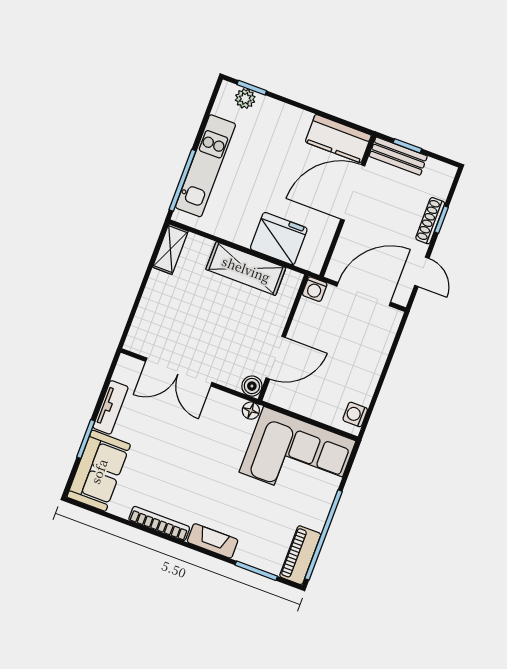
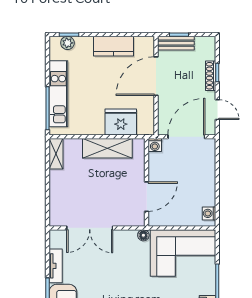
kitchen counter: (338, 139) -> (114, 46), moved
boiler: (252, 386) -> (138, 220), removed

